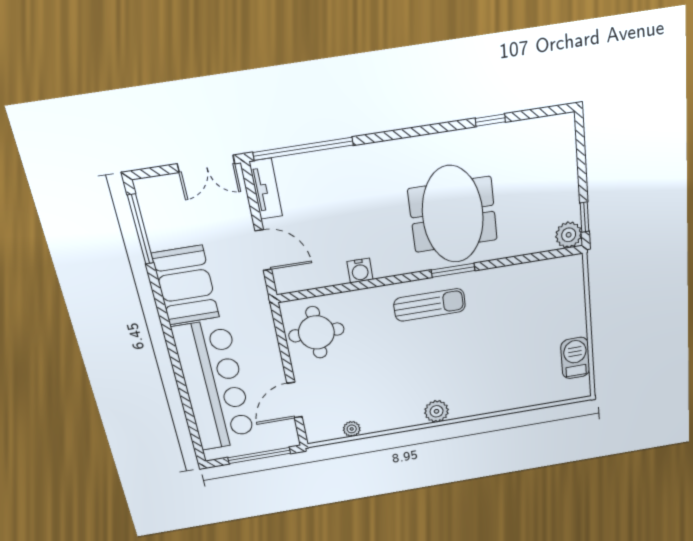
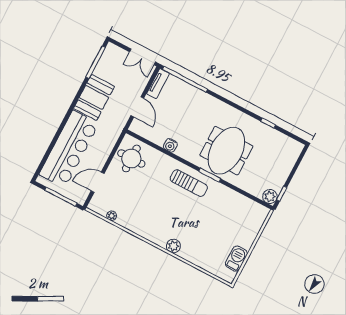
plant: (437, 411) -> (173, 246), moved

